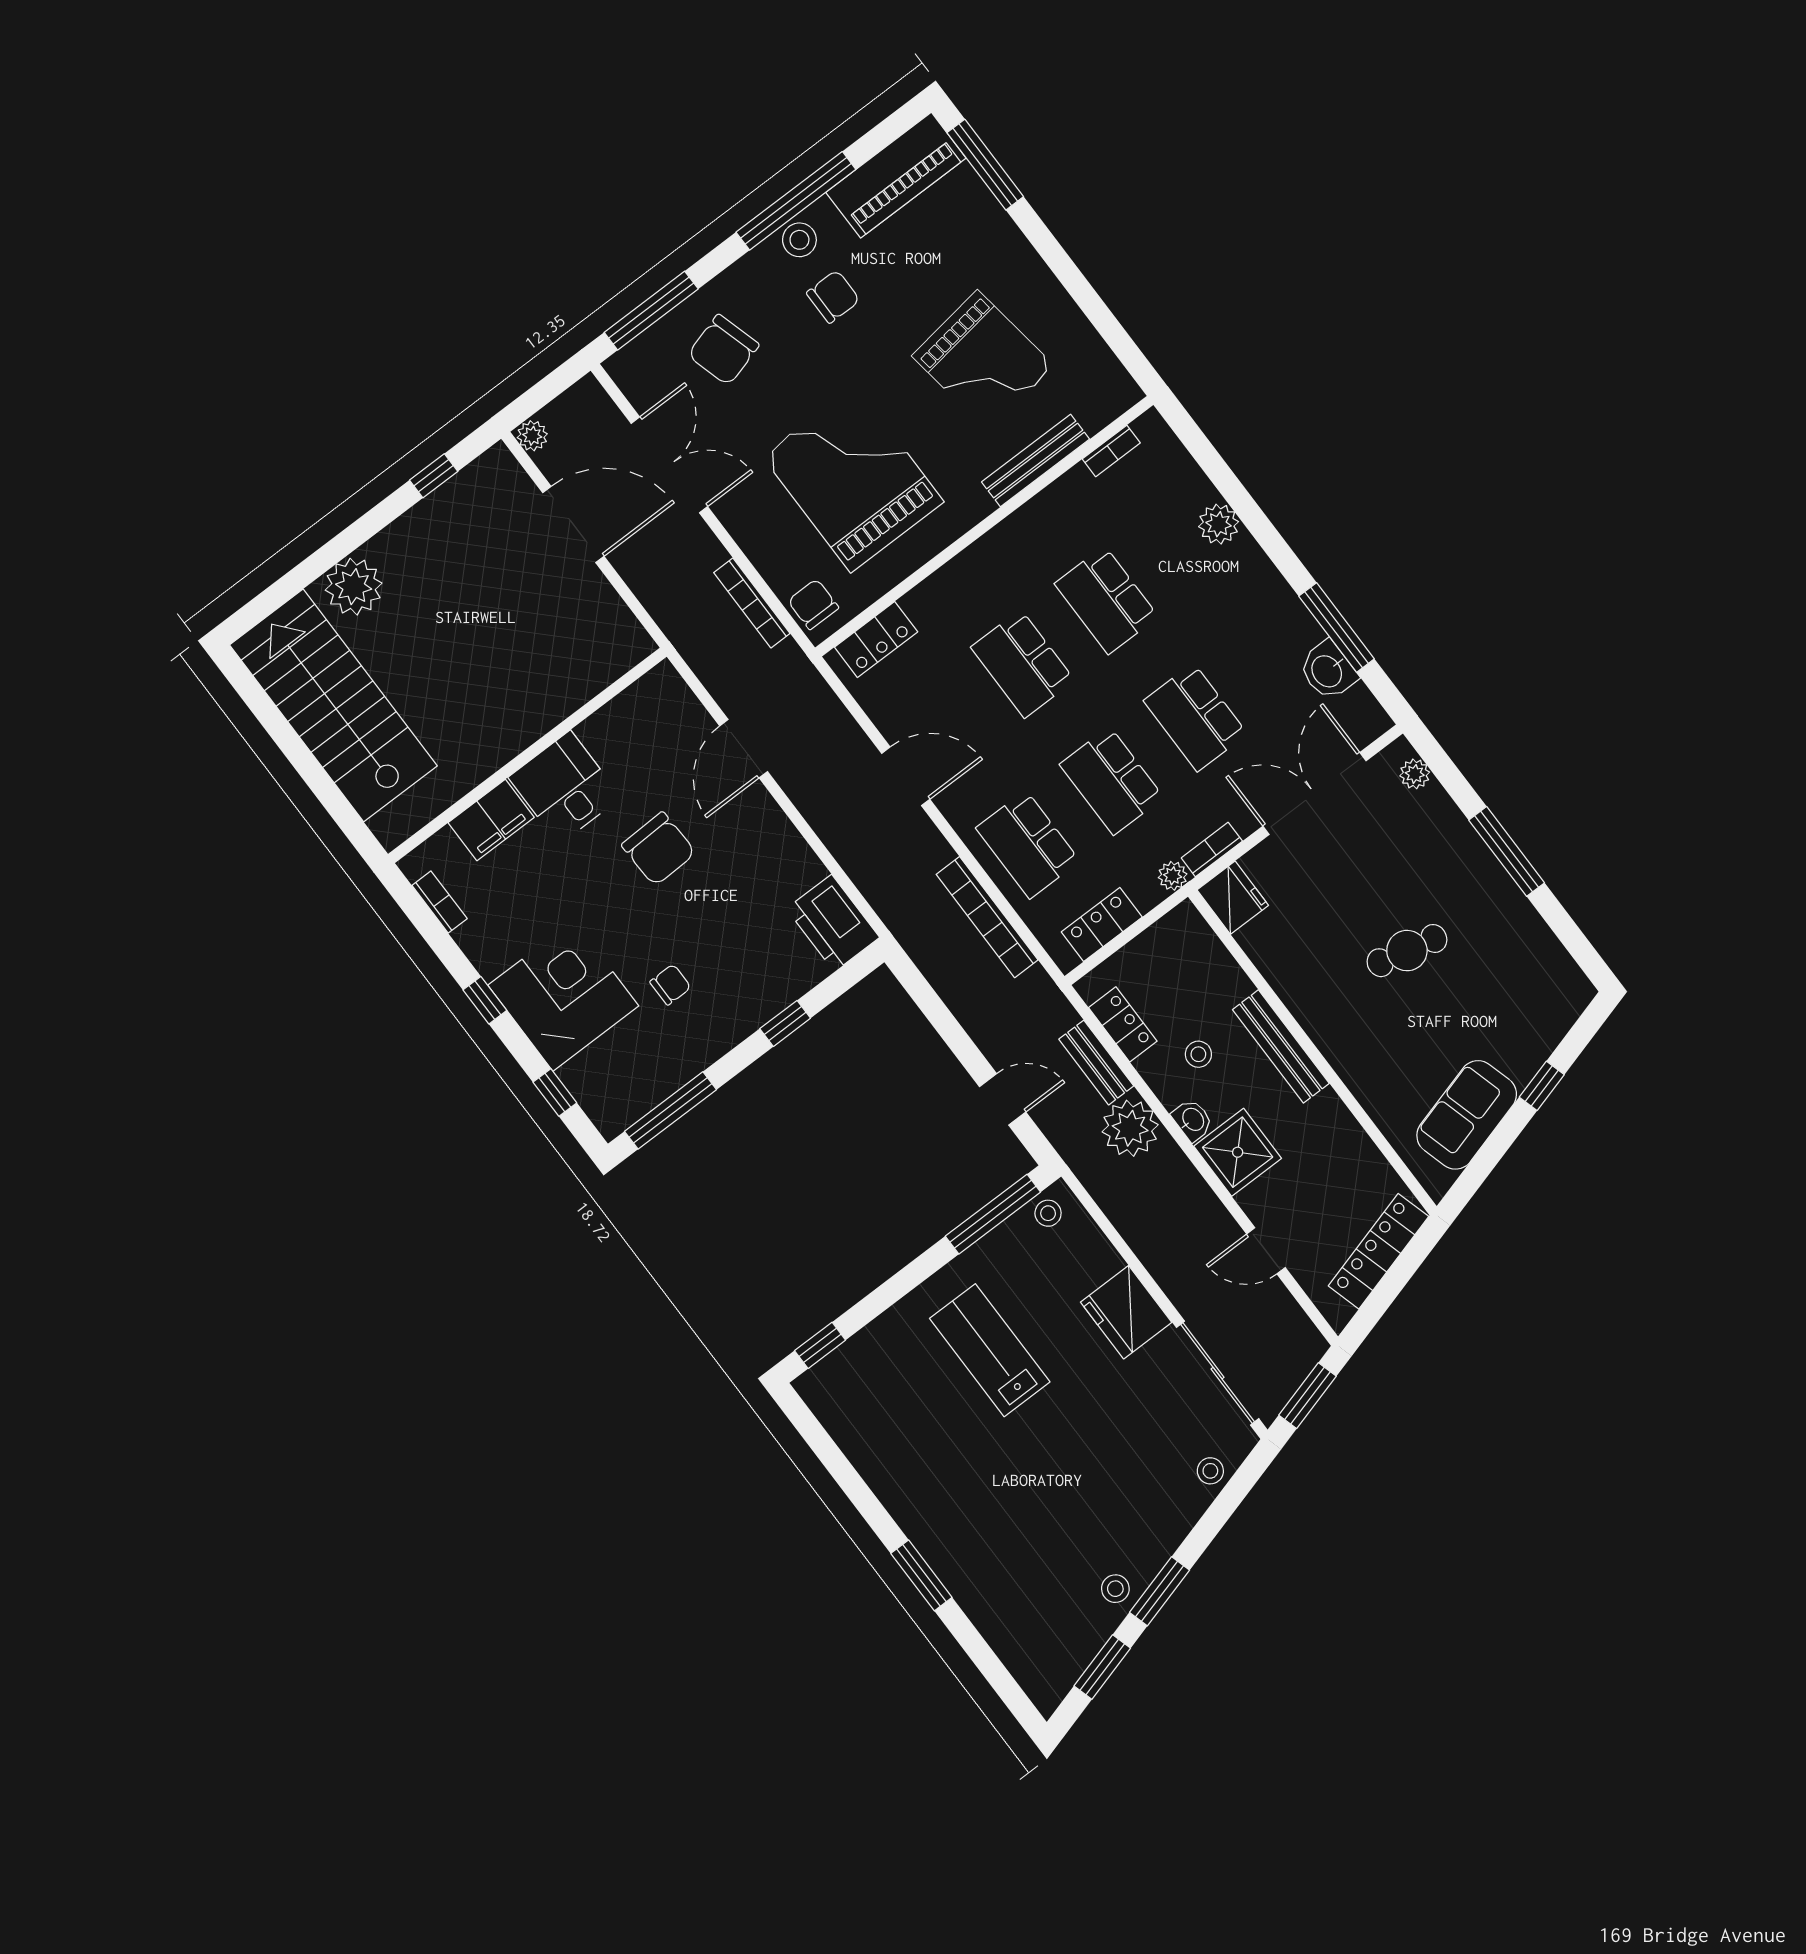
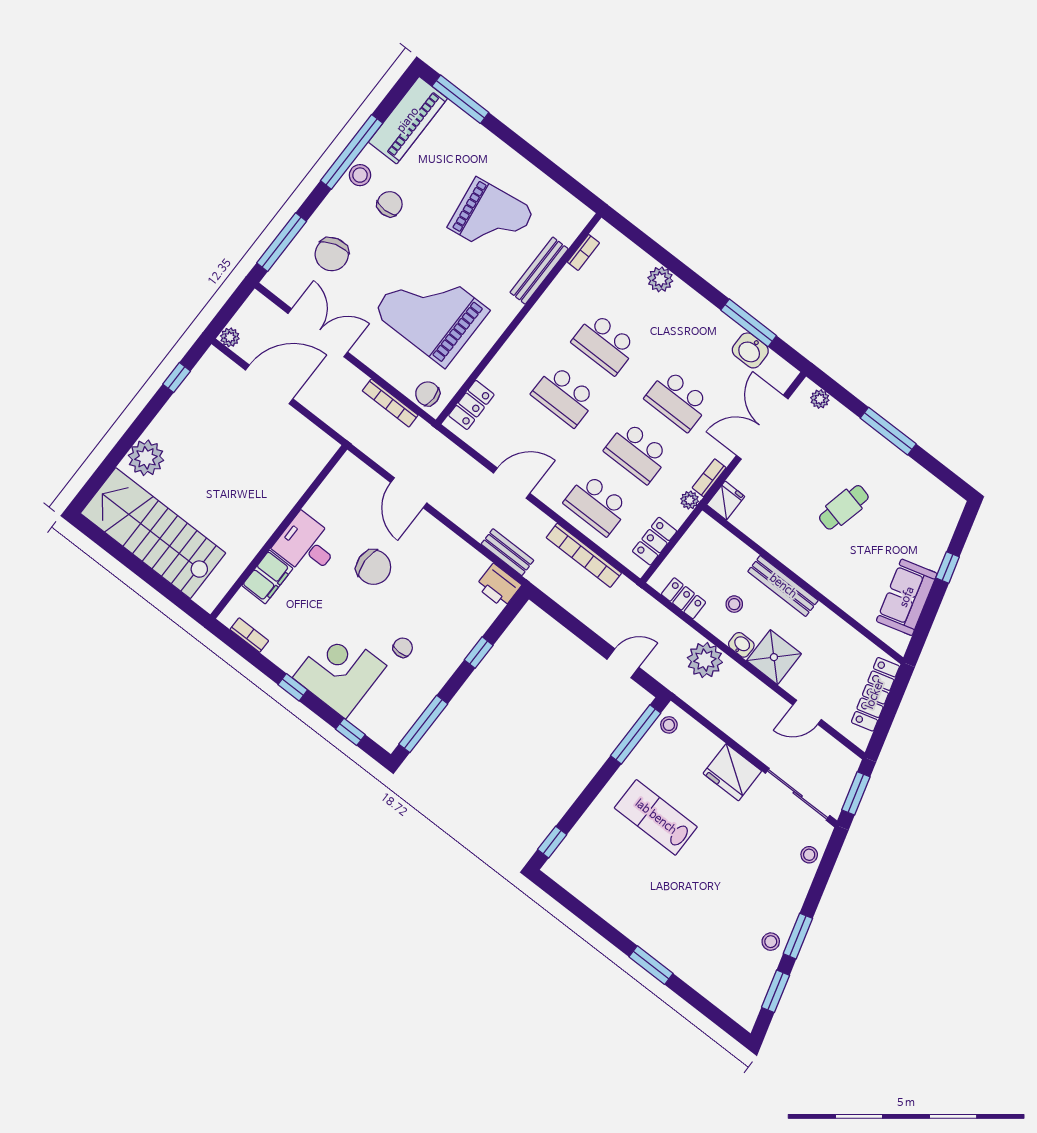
fridge: (1233, 898) -> (726, 501), width x0.72
printer: (833, 923) -> (498, 586), width x0.73, depth x0.84
bench: (1096, 1063) -> (507, 552), moved

